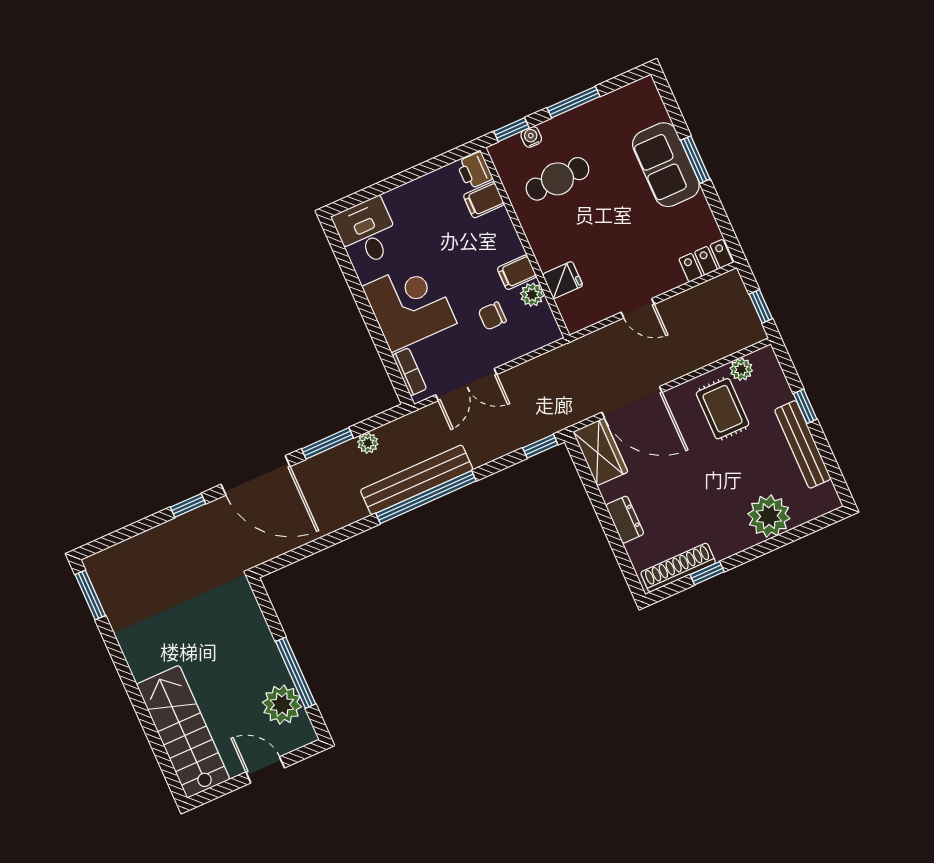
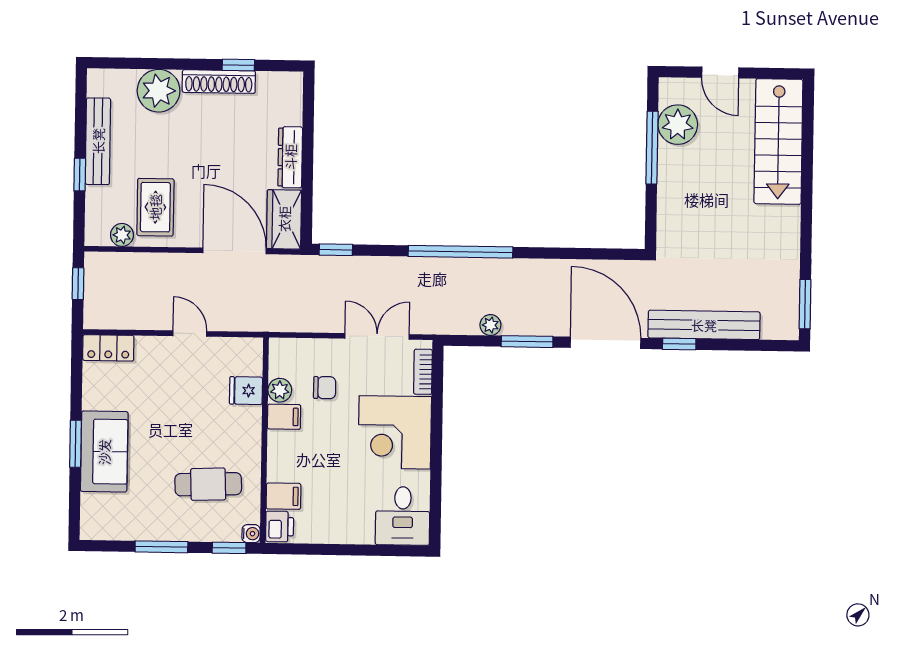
water cooler: (531, 137) -> (251, 534), moved, turned -90
bench: (417, 480) -> (704, 325), moved
dresser: (625, 520) -> (290, 157), width x1.44
shoe rack: (678, 568) -> (219, 82), moved

